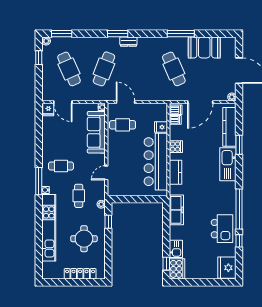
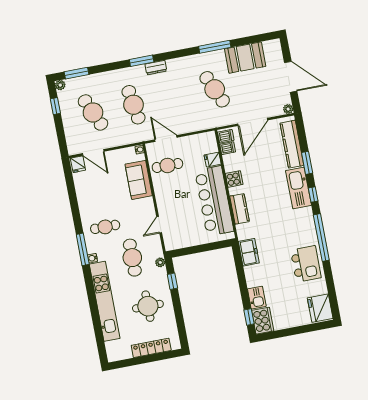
cafe table: (104, 69) -> (134, 105), turned -30
sofa: (96, 132) -> (139, 180), width x0.73
cafe table: (79, 196) -> (132, 258), width x1.37, depth x1.35
freezer: (176, 210) -> (249, 252), width x0.71
window: (239, 241) -> (313, 194), moved

